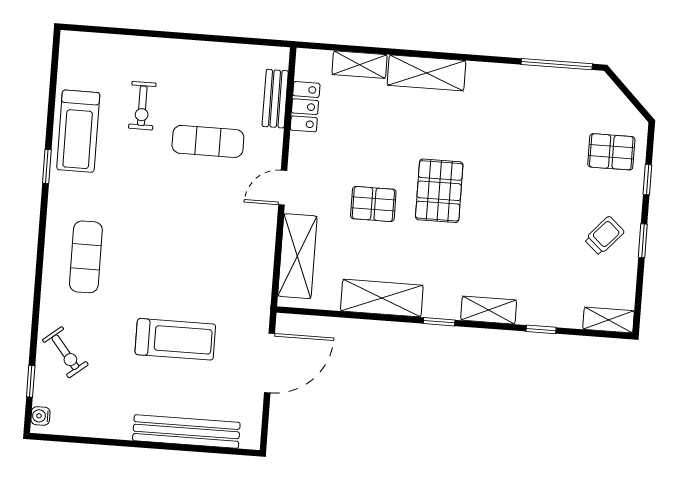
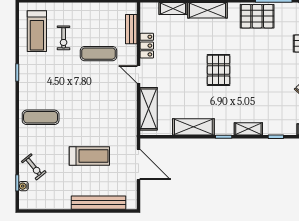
locker: (305, 107) -> (147, 46), moved
treadmill: (78, 131) -> (37, 31), moved
door: (283, 188) -> (138, 74), hinge flipped
pallet: (373, 204) -> (257, 16), moved, width x1.50, depth x1.42
exercise mat: (86, 257) -> (41, 117), turned 90
door: (270, 363) -> (138, 164), hinge flipped
water cooler: (40, 416) -> (23, 186), moved

